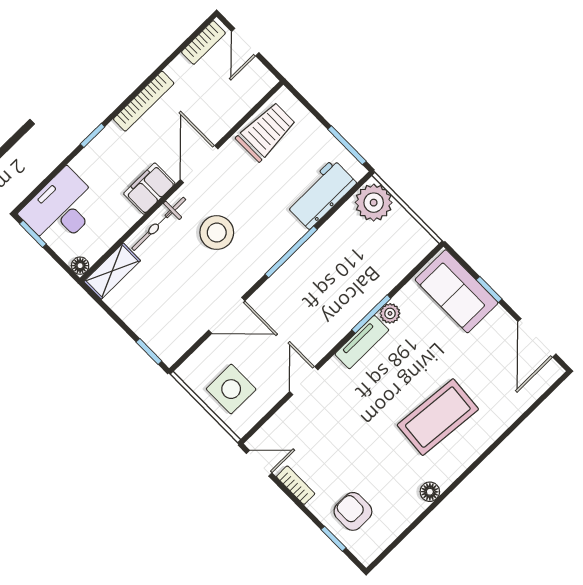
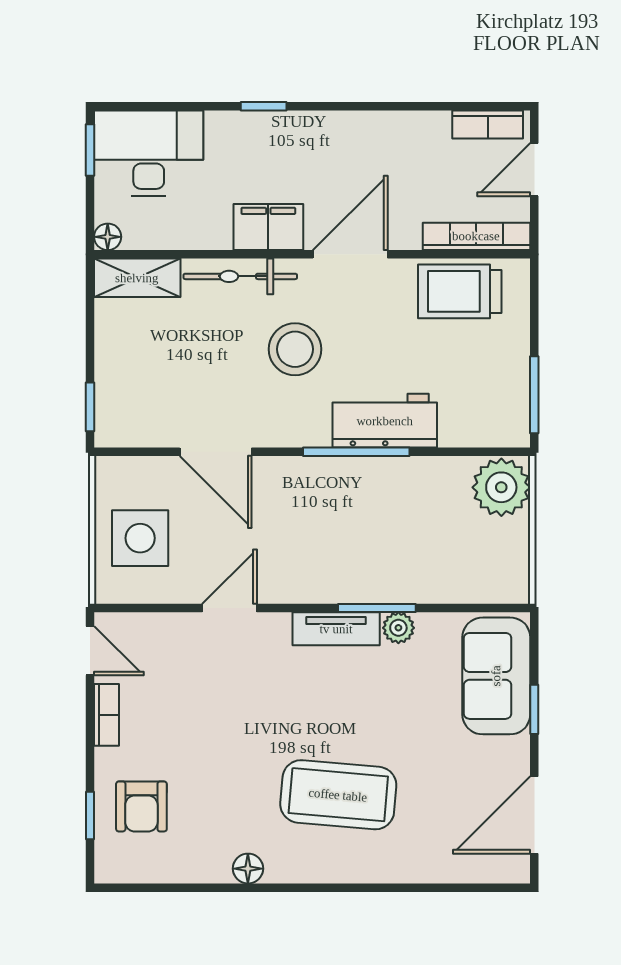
bookcase: (144, 101) -> (476, 236), moved, turned 180
trolley: (266, 132) -> (460, 291), turned 180
workbench: (321, 194) -> (385, 421), moved
armchair: (353, 511) -> (141, 806), turned 180

